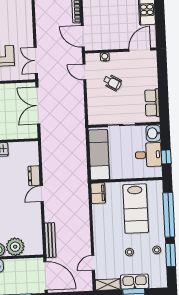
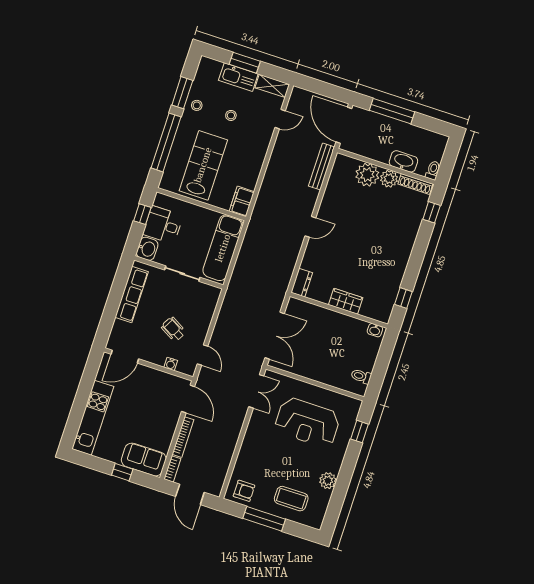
row of seats: (152, 103) -> (132, 294), width x1.48
dresser: (34, 176) -> (302, 283), moved

